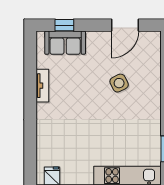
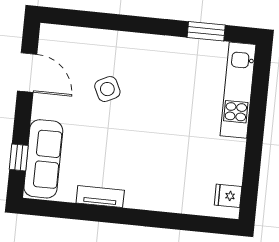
sofa: (65, 43) -> (43, 159), width x1.36

